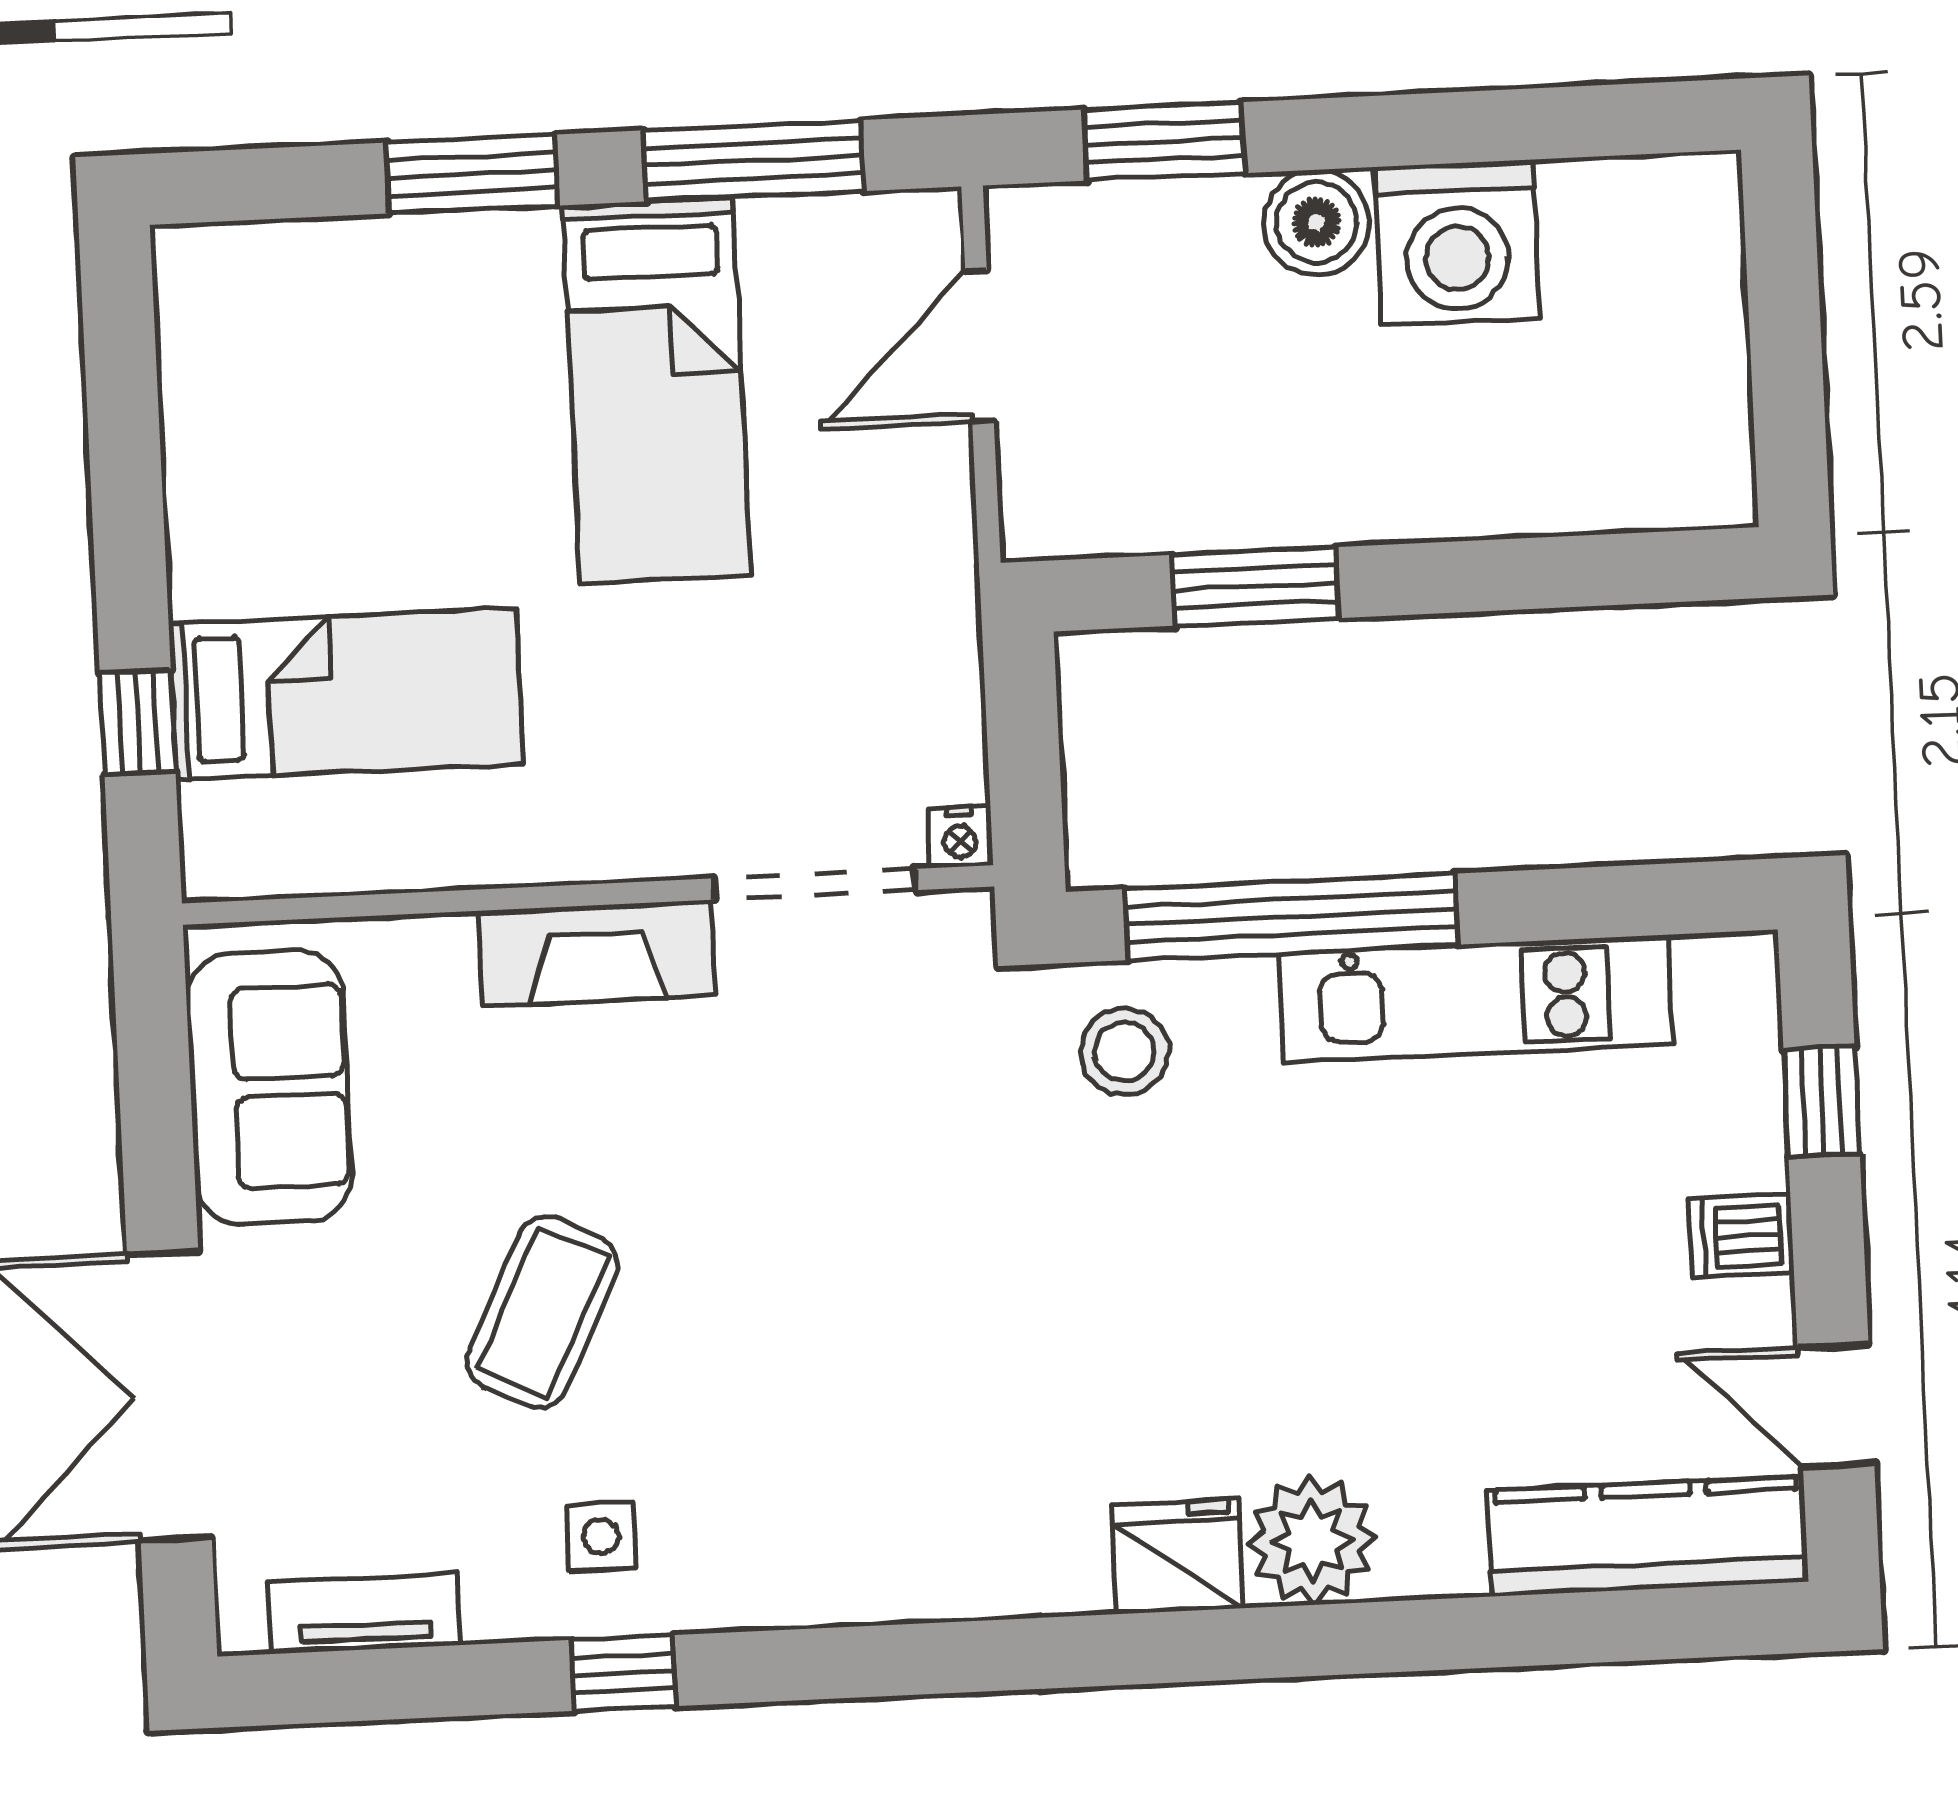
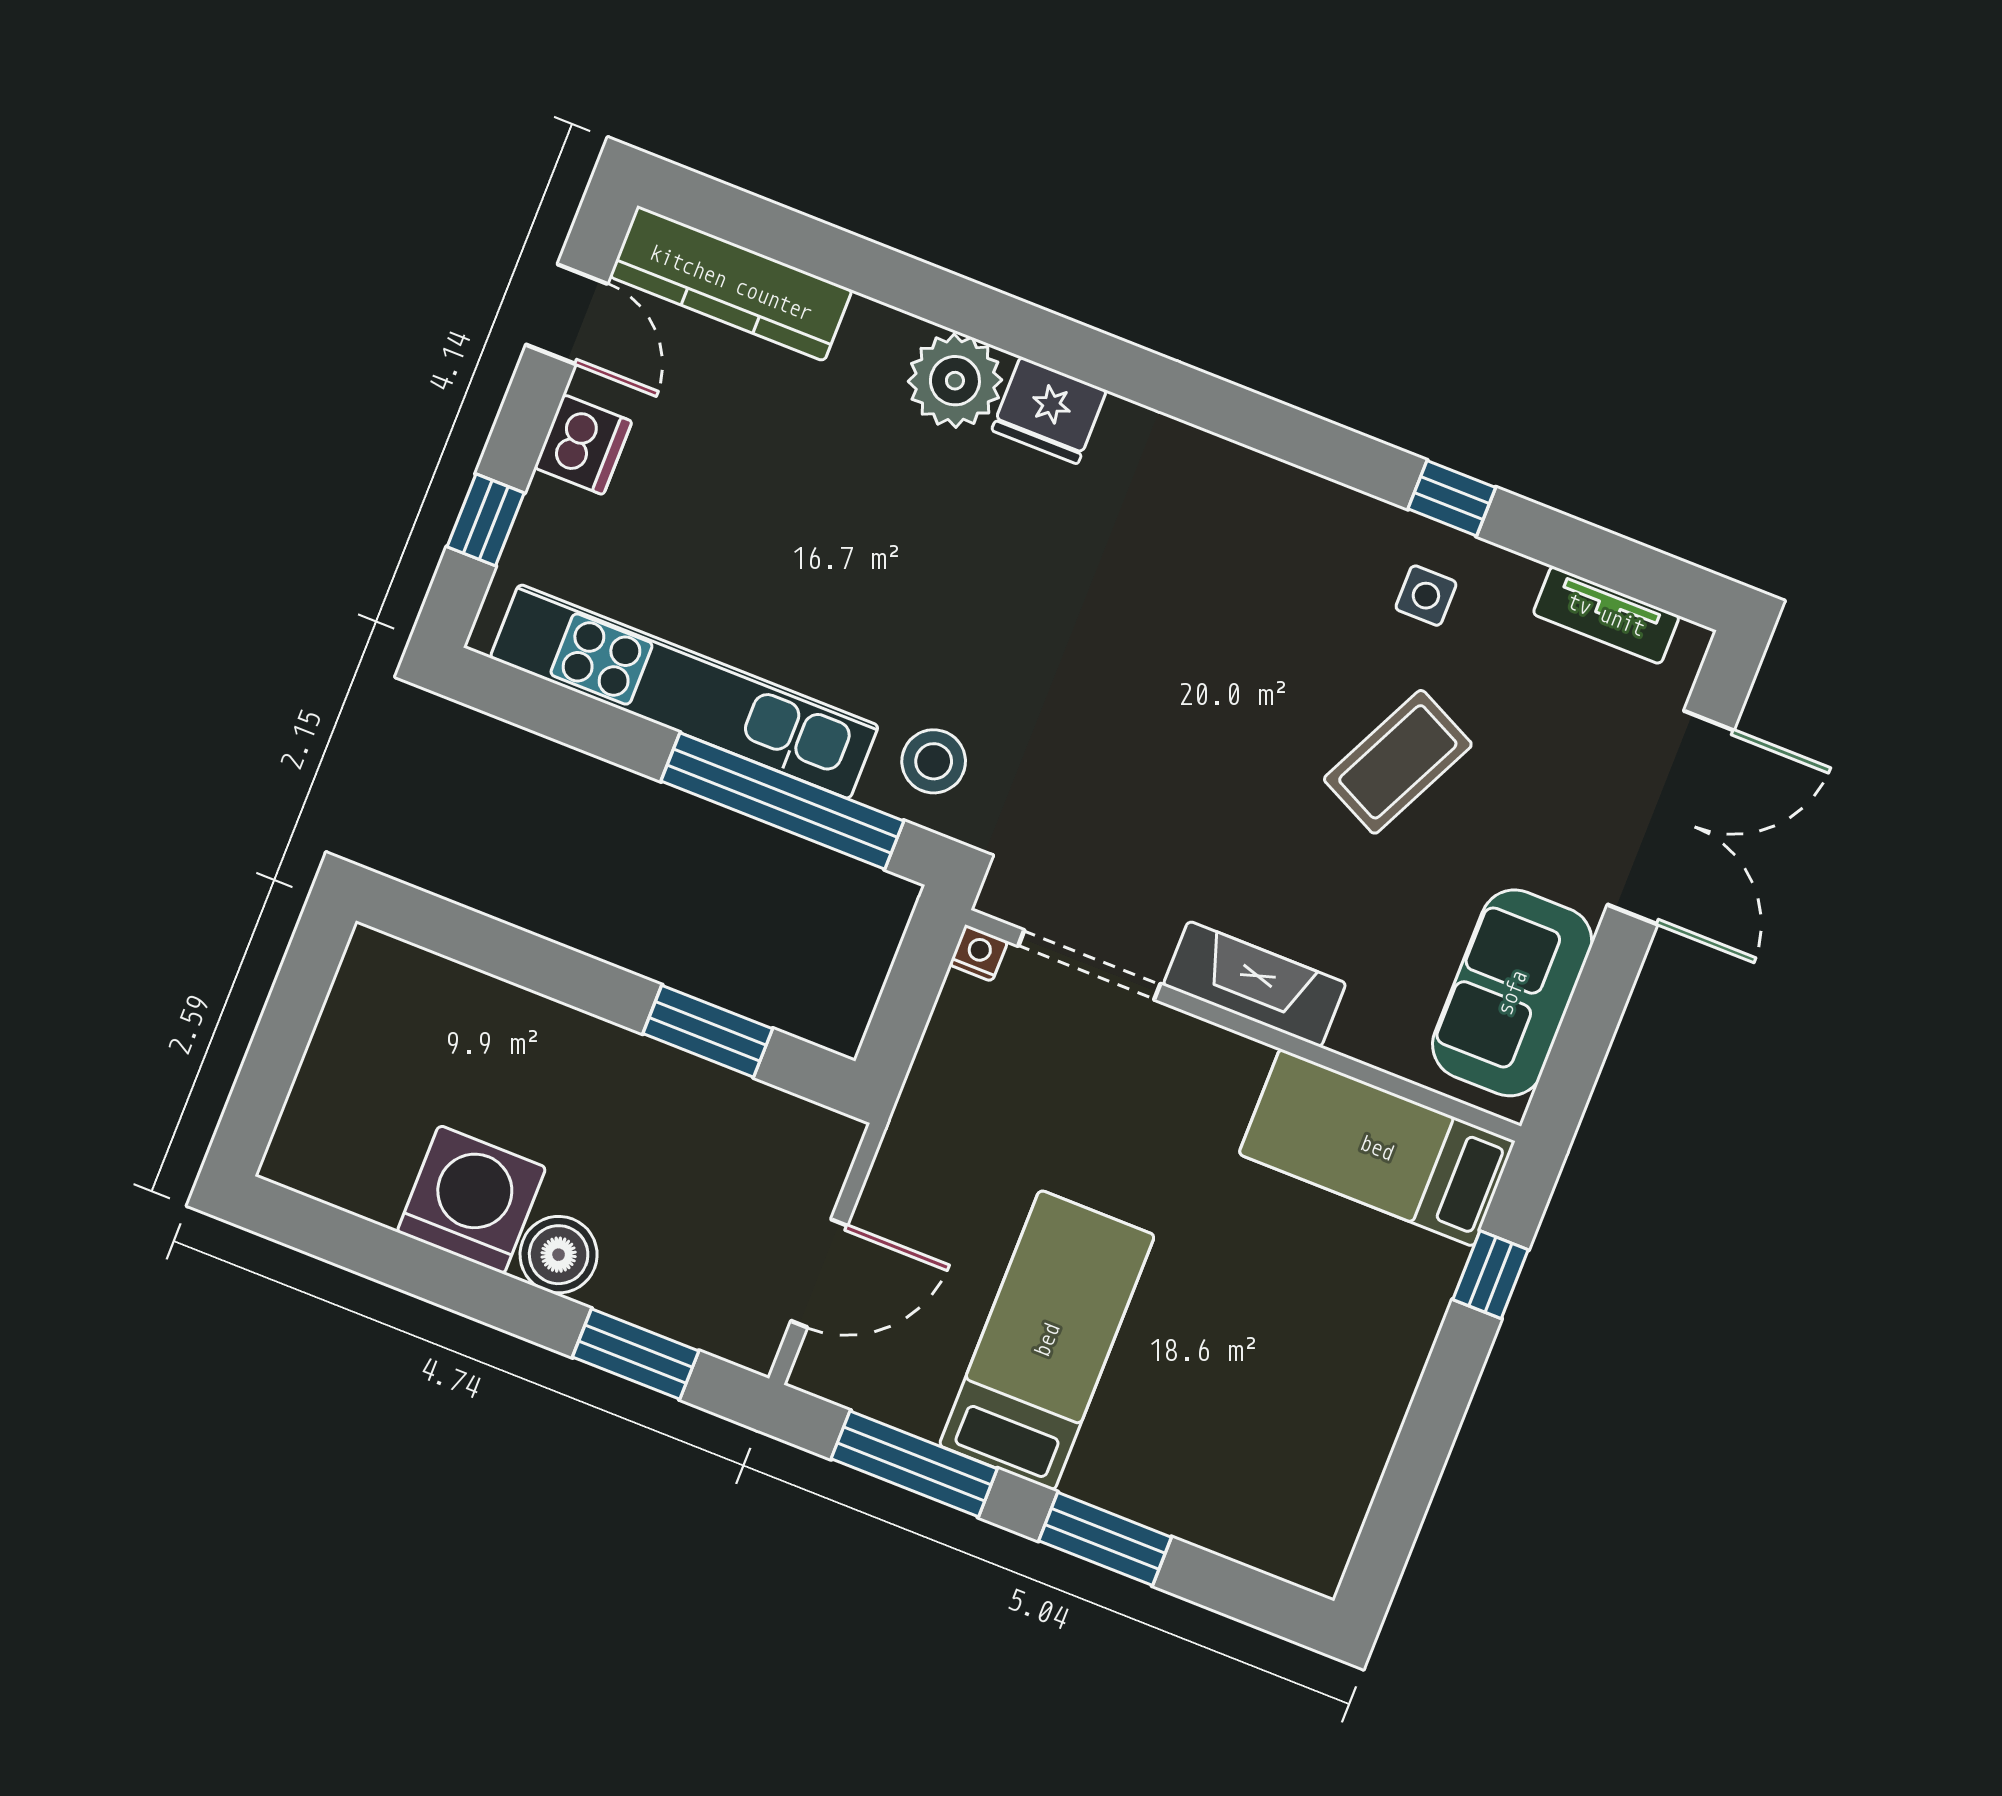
bed: (346, 694) -> (1377, 1148), moved
kitchen unit: (1476, 999) -> (684, 692), width x1.36
dishwasher: (1741, 1236) -> (583, 445), width x1.38

